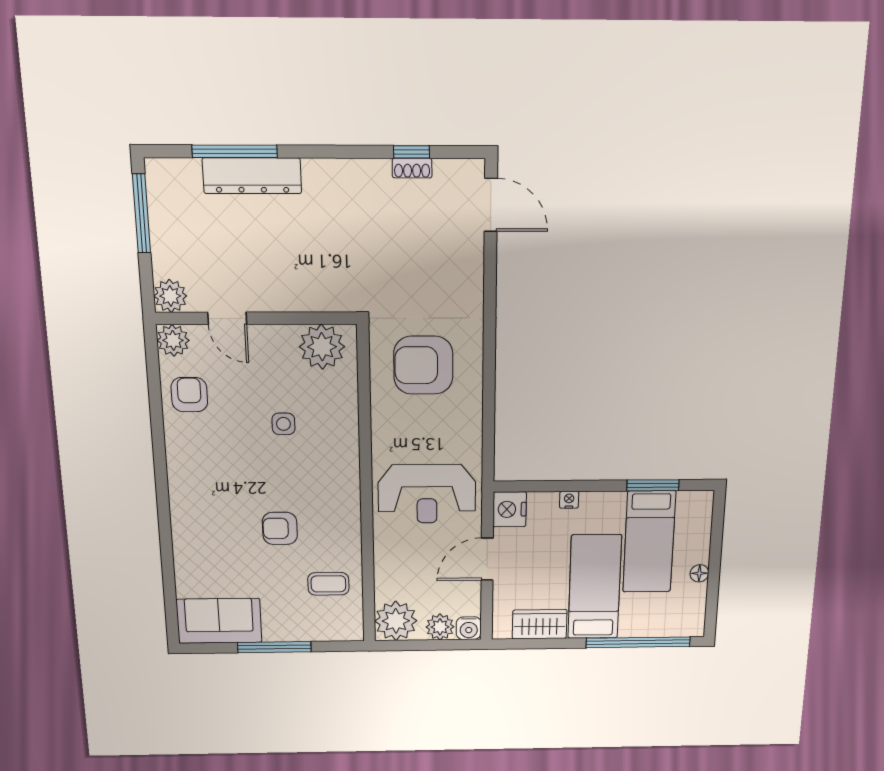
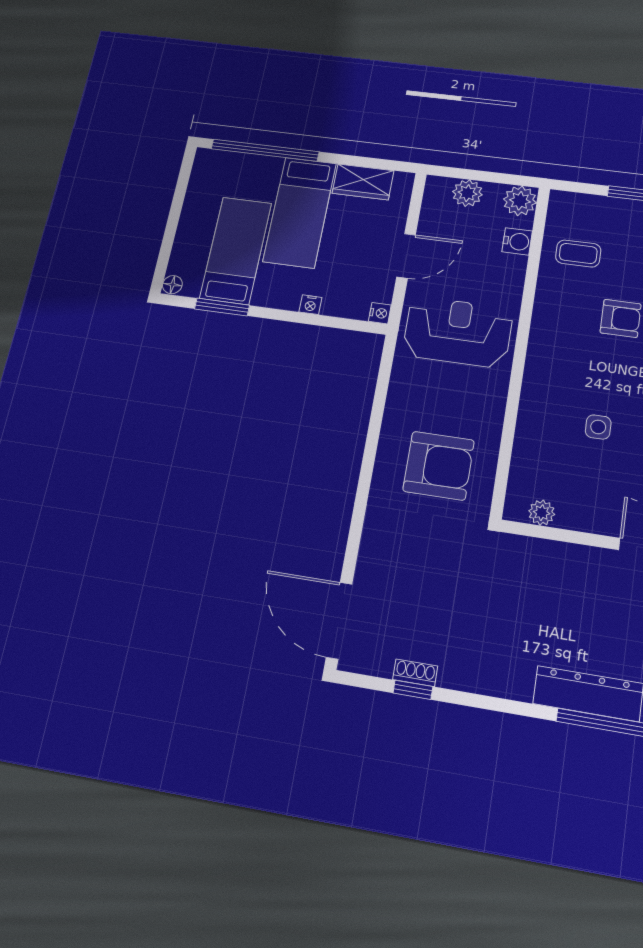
door: (491, 205) -> (339, 621), width x1.36
plant: (322, 347) -> (542, 513), width x0.53, depth x0.53
nightstand: (510, 509) -> (380, 313), width x0.53, depth x0.56
floor lamp: (699, 573) -> (172, 285), moved
plant: (396, 621) -> (520, 201), width x0.73, depth x0.73
water cooler: (469, 628) -> (517, 241), moved, turned 90

